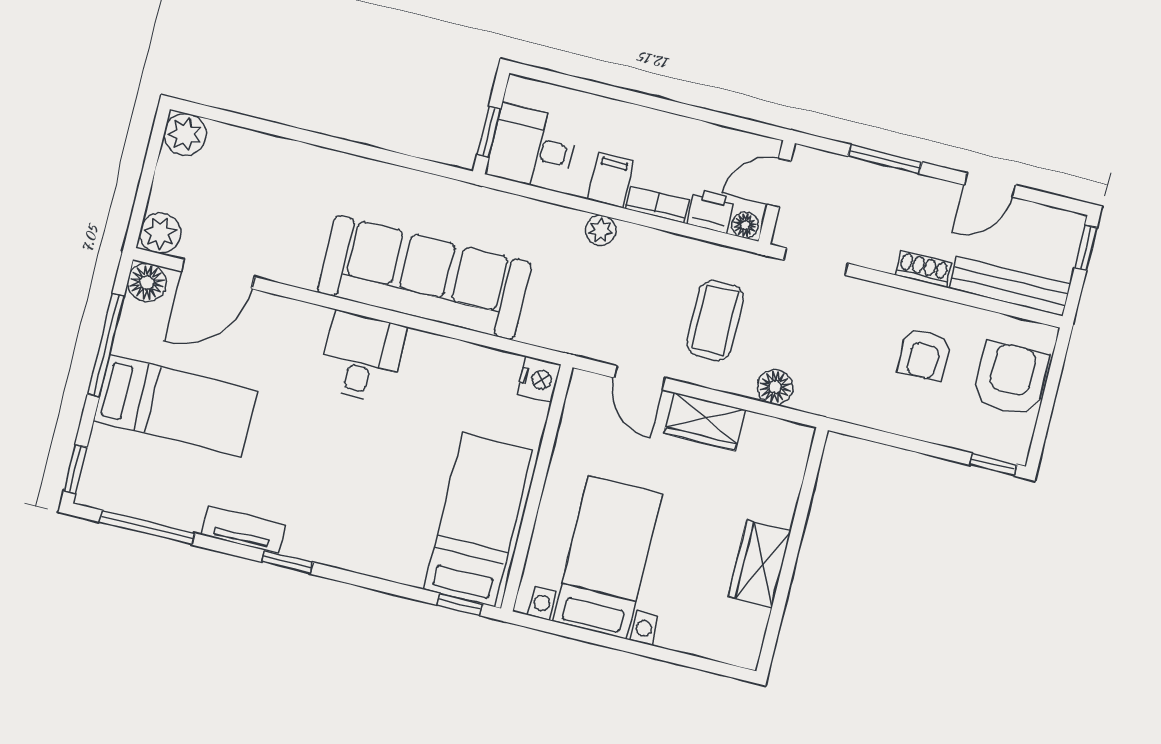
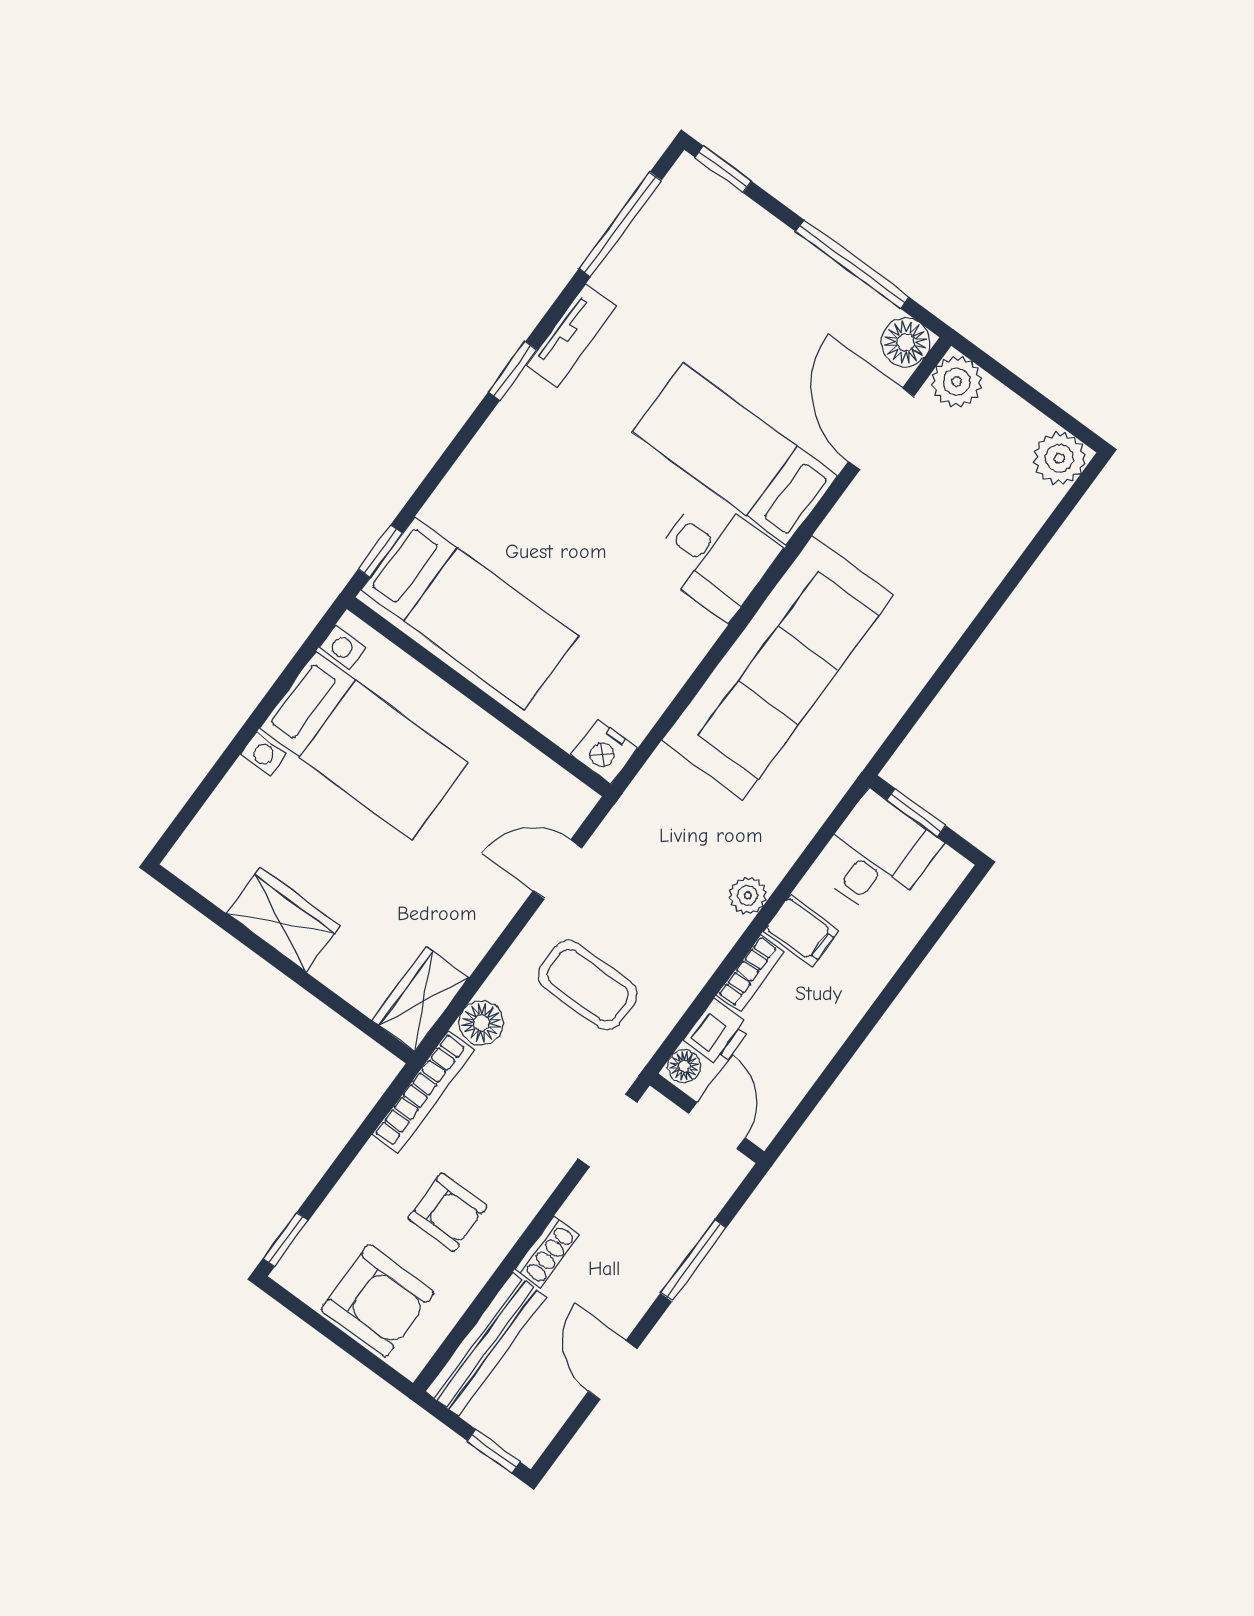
armchair: (924, 354) -> (448, 1212), turned 180
bed: (175, 405) -> (735, 454), moved, turned 90
bookcase: (844, 408) -> (423, 1092), added
wardrobe: (704, 421) -> (420, 999), moved

